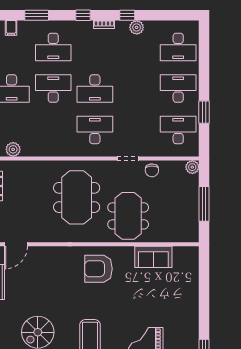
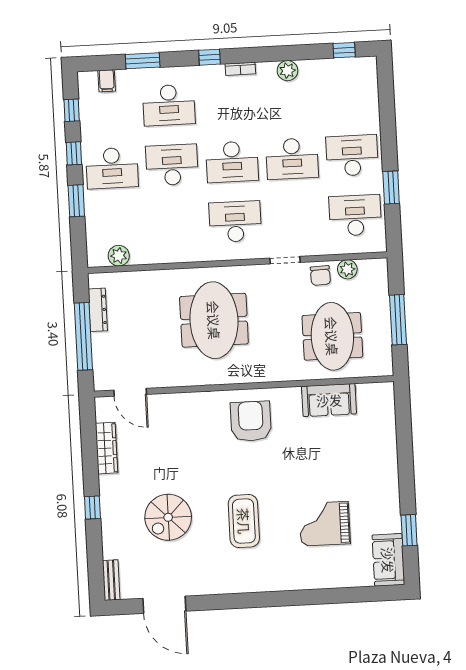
window: (127, 15) -> (344, 50), moved
desk: (178, 47) -> (292, 159), moved
plant: (192, 167) -> (347, 269), moved
meeting table: (128, 216) -> (332, 336), moved
door: (16, 244) -> (130, 392), hinge flipped
armchair: (98, 269) -> (251, 421), turned 90

